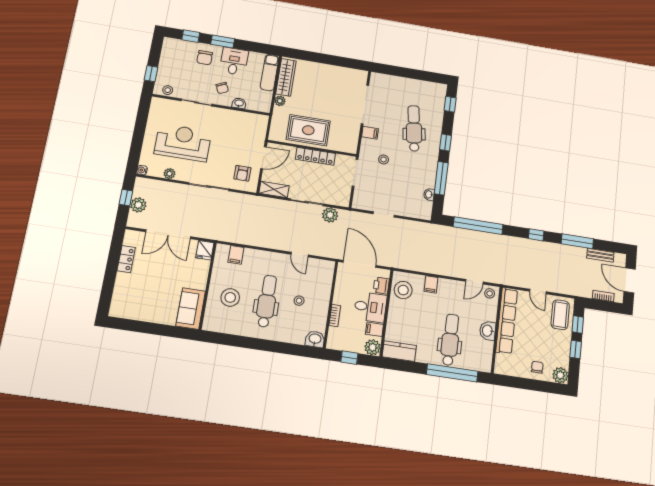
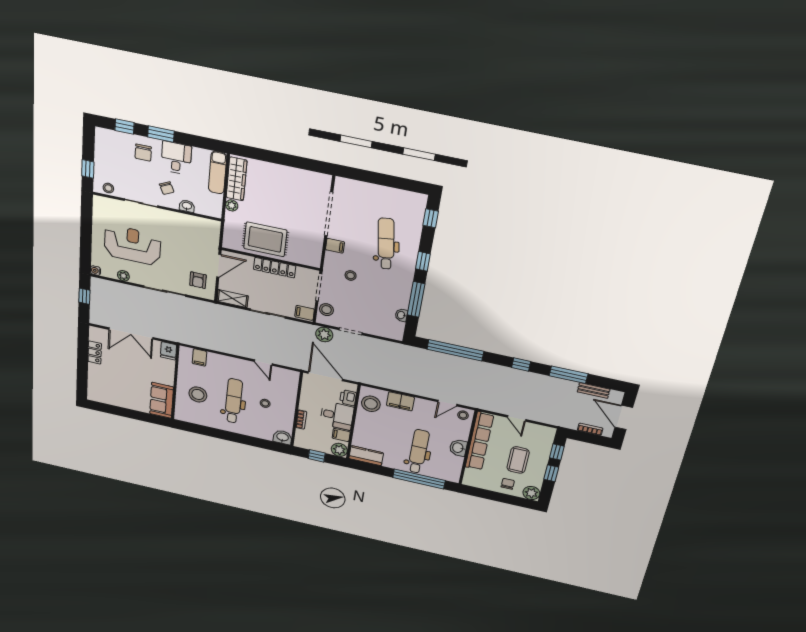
stool: (362, 194) -> (326, 310), added
filing cabinet: (341, 199) -> (305, 313), added
plant: (138, 205) -> (98, 304), removed
plant: (330, 215) -> (324, 334), moved
filing cabinet: (431, 284) -> (400, 401), width x2.00
coffee table: (560, 315) -> (518, 460), moved

